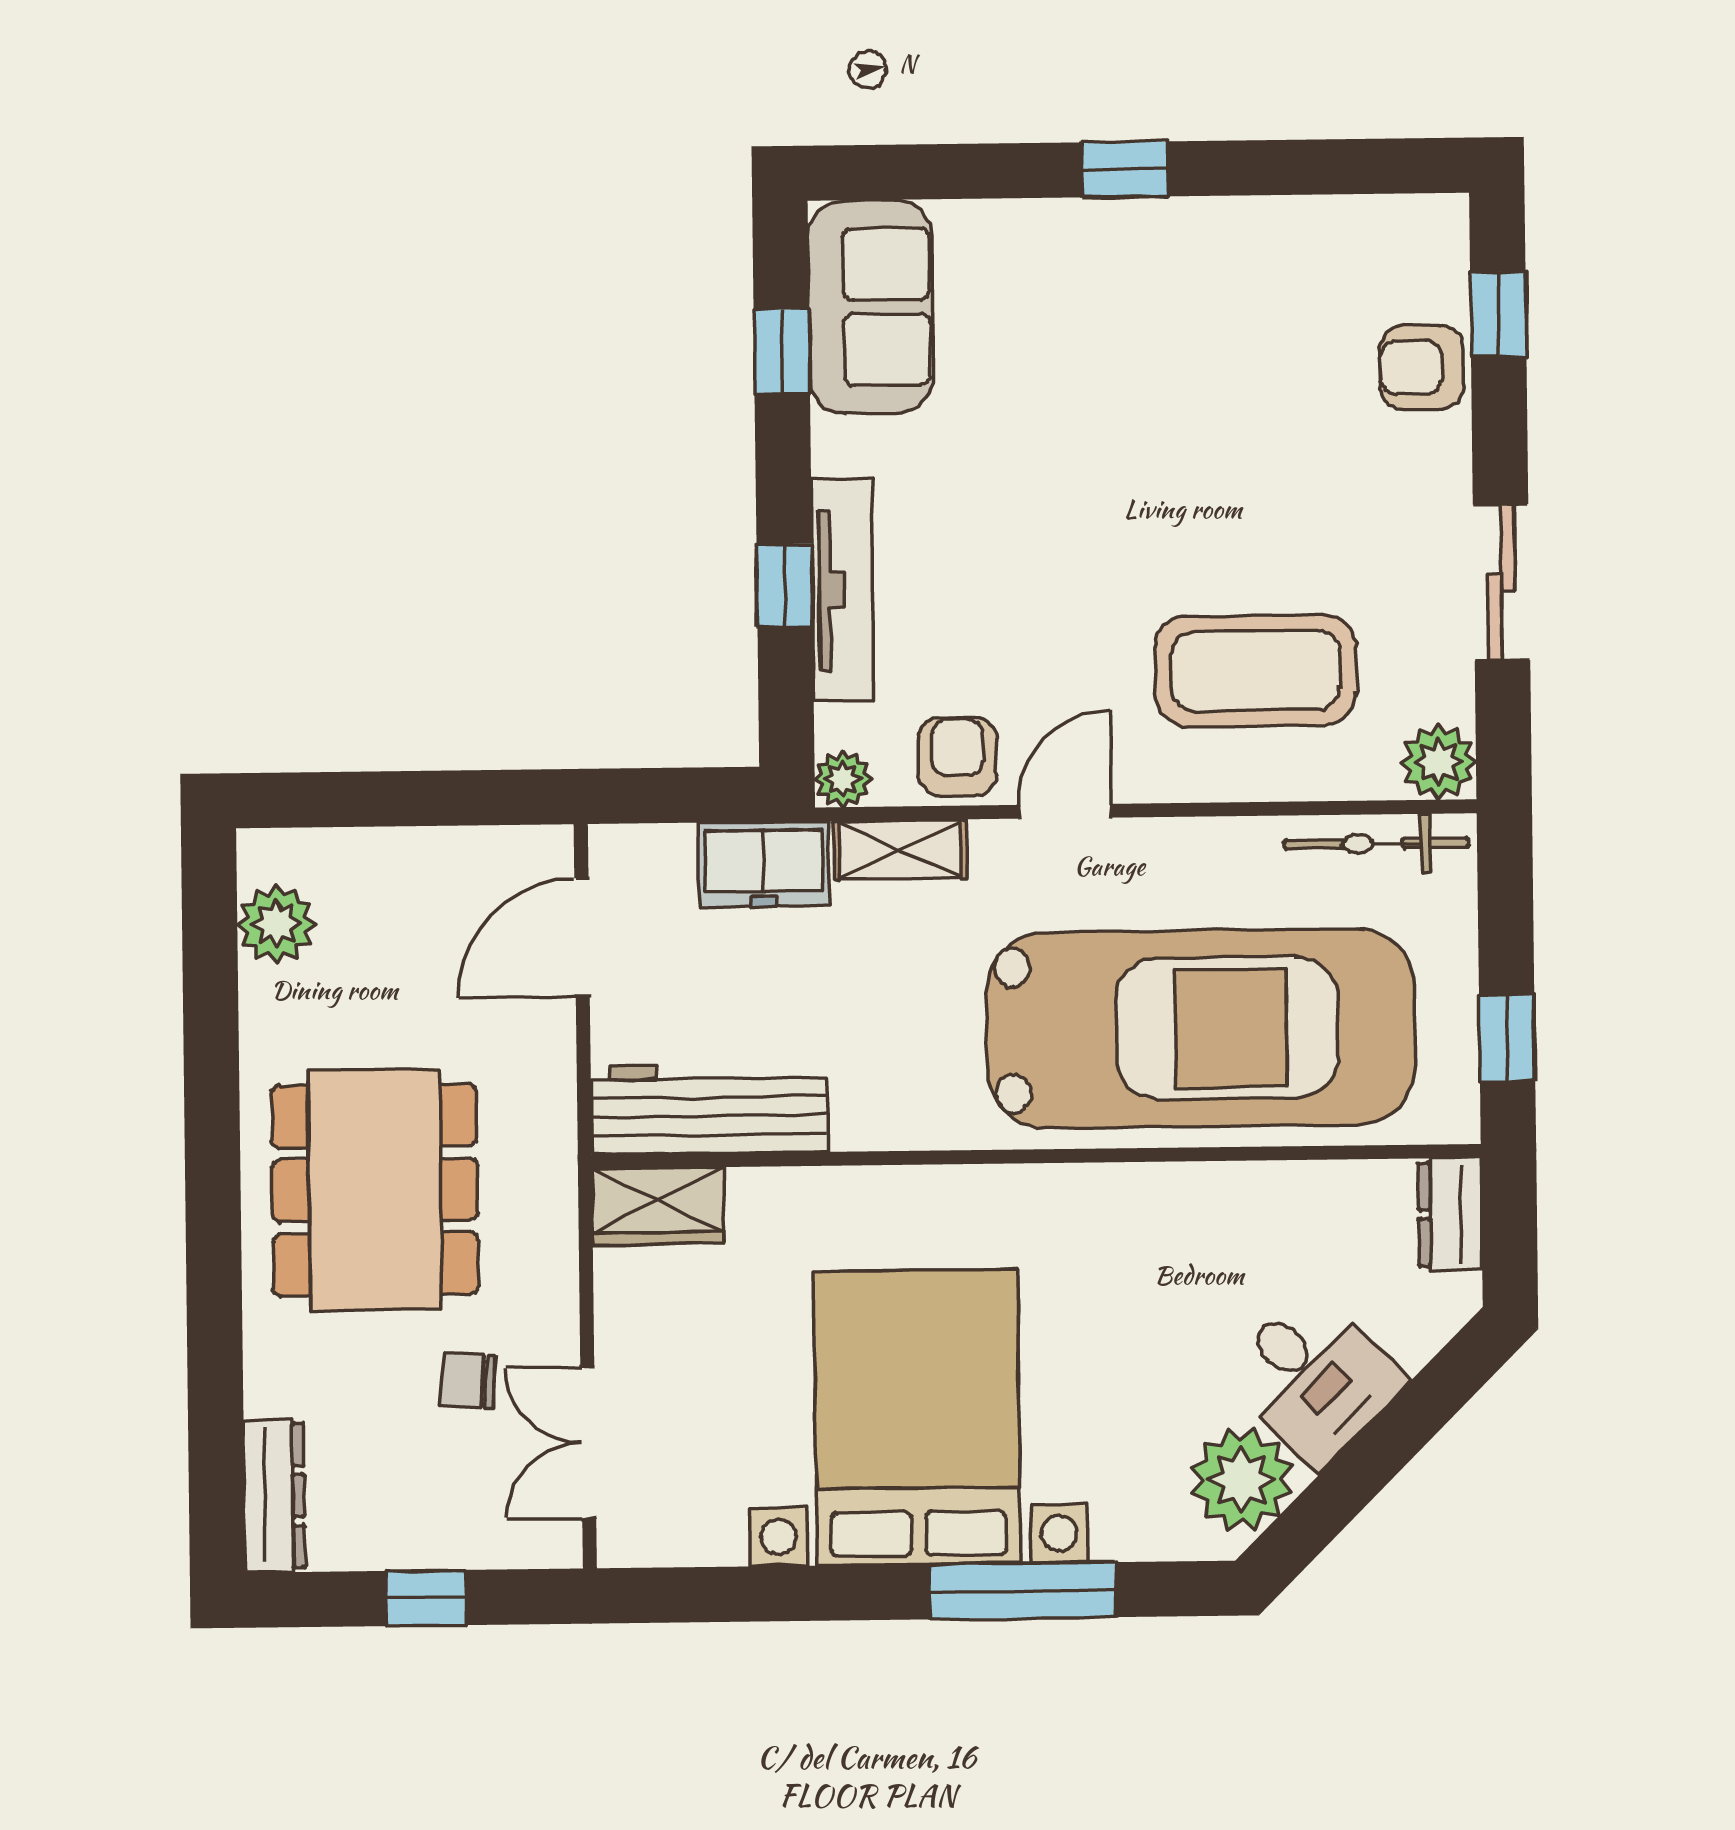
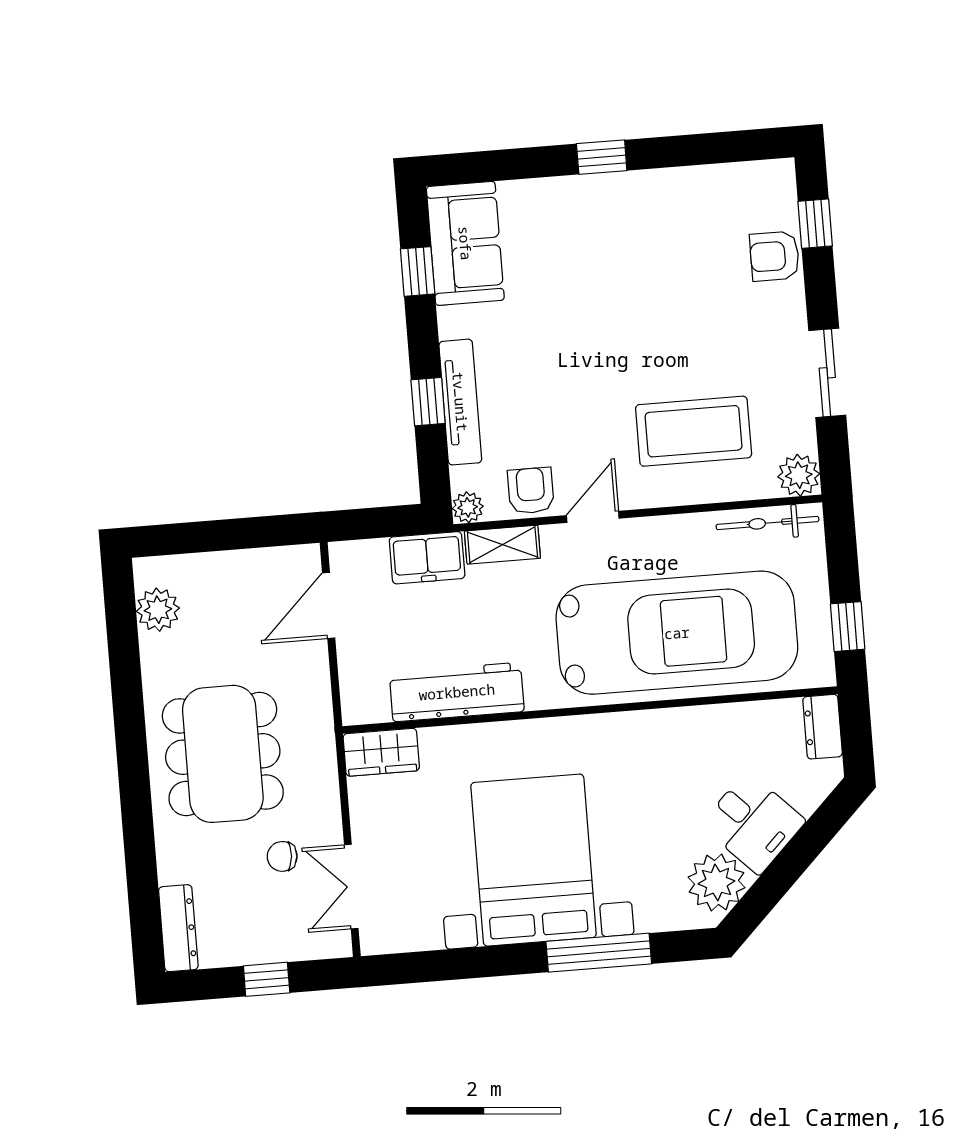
workbench: (709, 1109) -> (457, 692), moved

